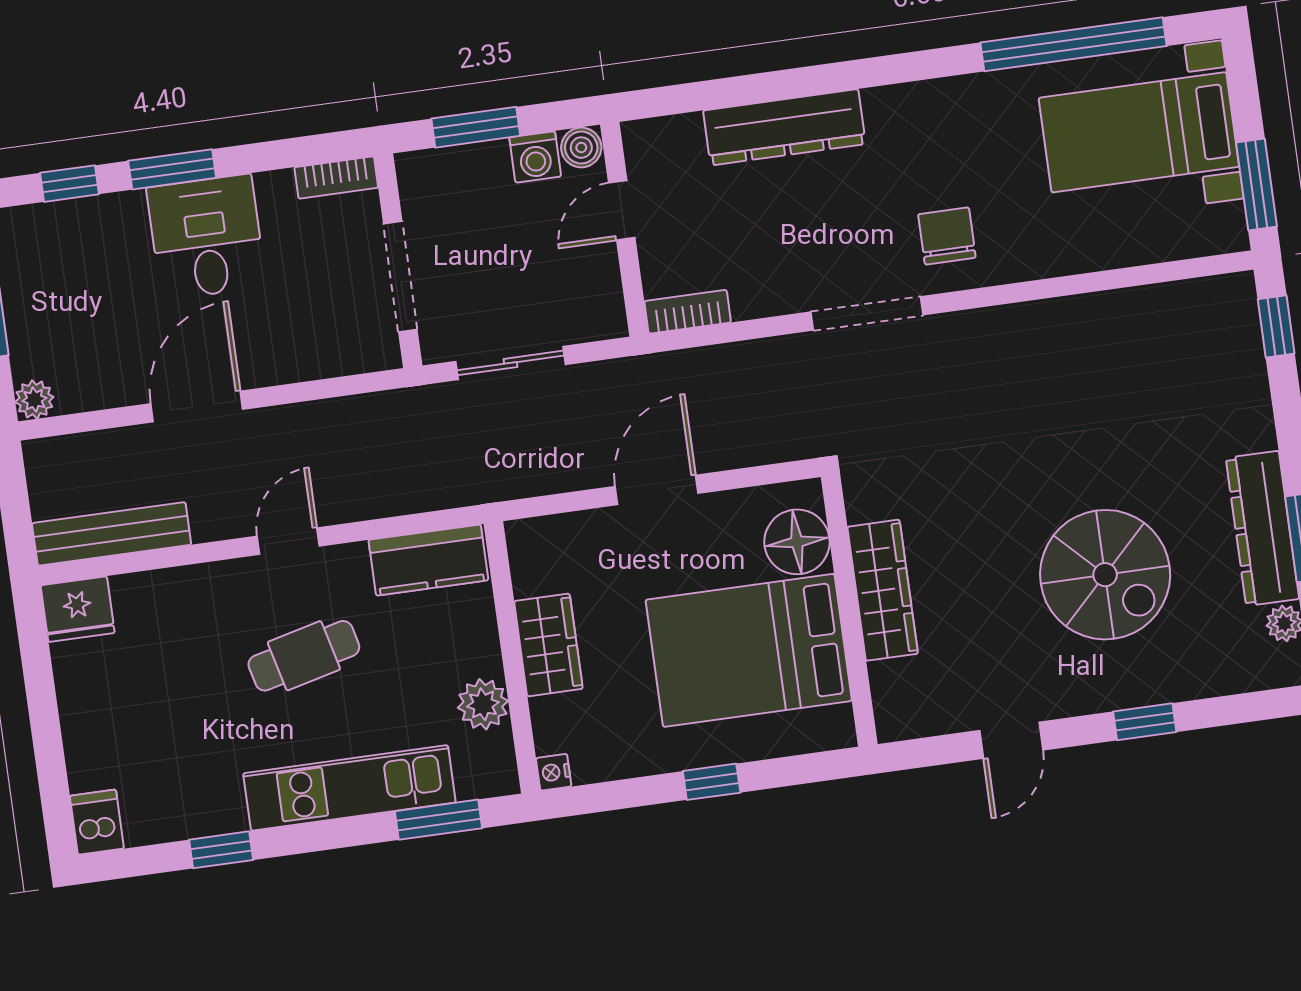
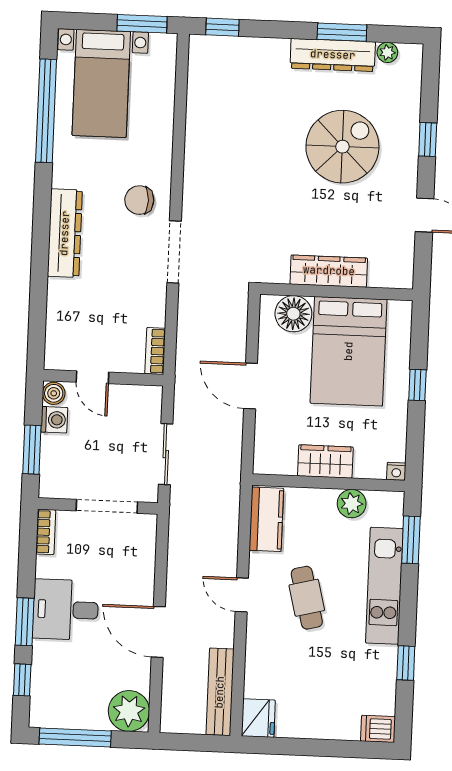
dresser: (784, 127) -> (65, 233), moved
plant: (34, 400) -> (129, 711), width x1.88, depth x1.88

